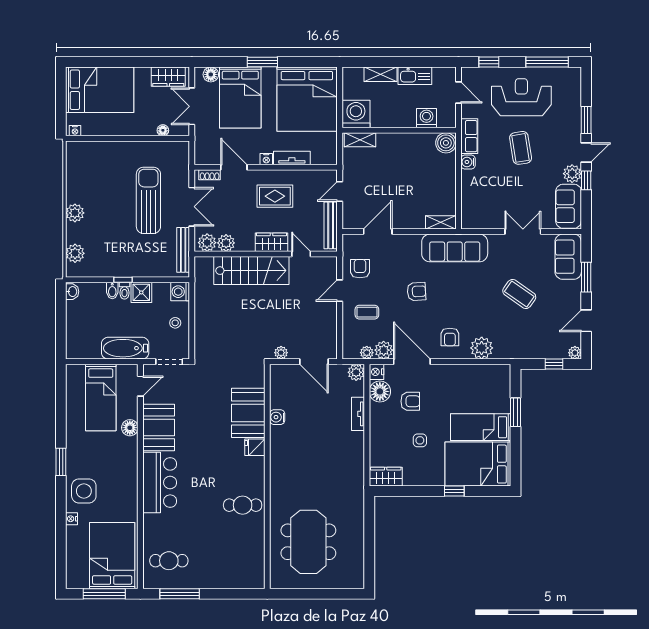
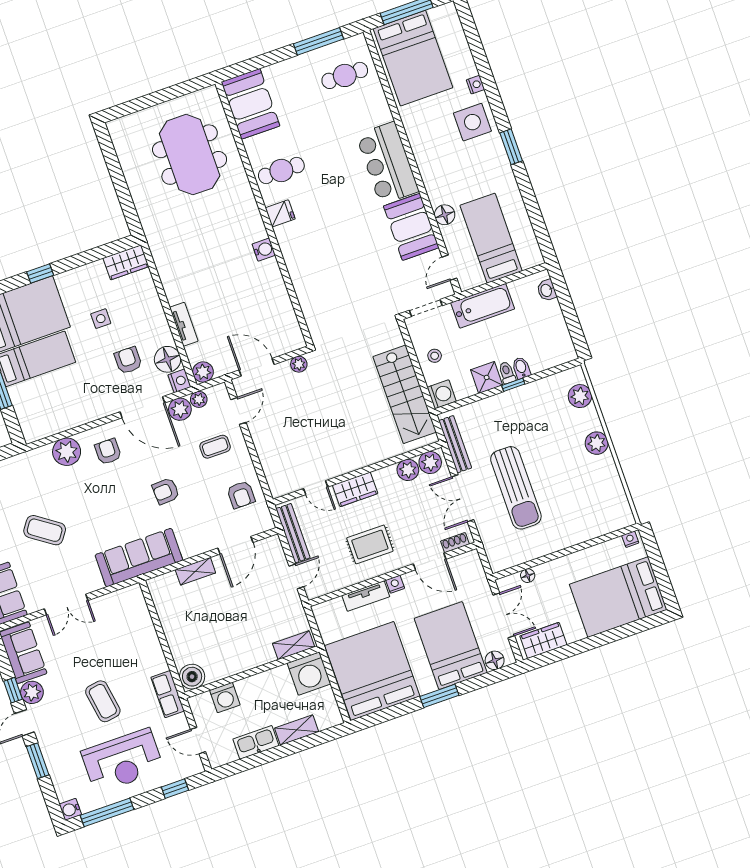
water cooler: (468, 162) -> (70, 809), moved, turned 180
shelving: (441, 222) -> (195, 571), moved
stairs: (251, 271) -> (405, 394), moved, turned -90
door: (340, 291) -> (238, 411), moved
washbasin: (72, 292) -> (547, 290), moved
armchair: (410, 401) -> (128, 360), turned 90
booth: (248, 413) -> (251, 104), moved
water cooler: (277, 417) -> (264, 250), moved
fridge: (255, 447) -> (280, 213), moved

